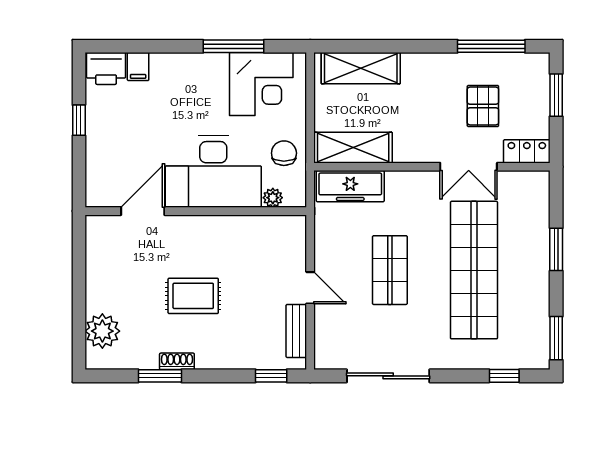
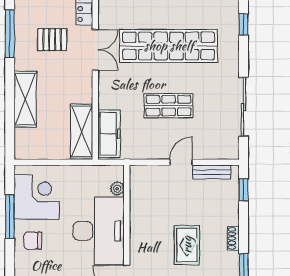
shelving: (361, 68) -> (25, 99), moved
chair: (284, 153) -> (33, 241), moved
shoe rack: (177, 361) -> (233, 238), moved

